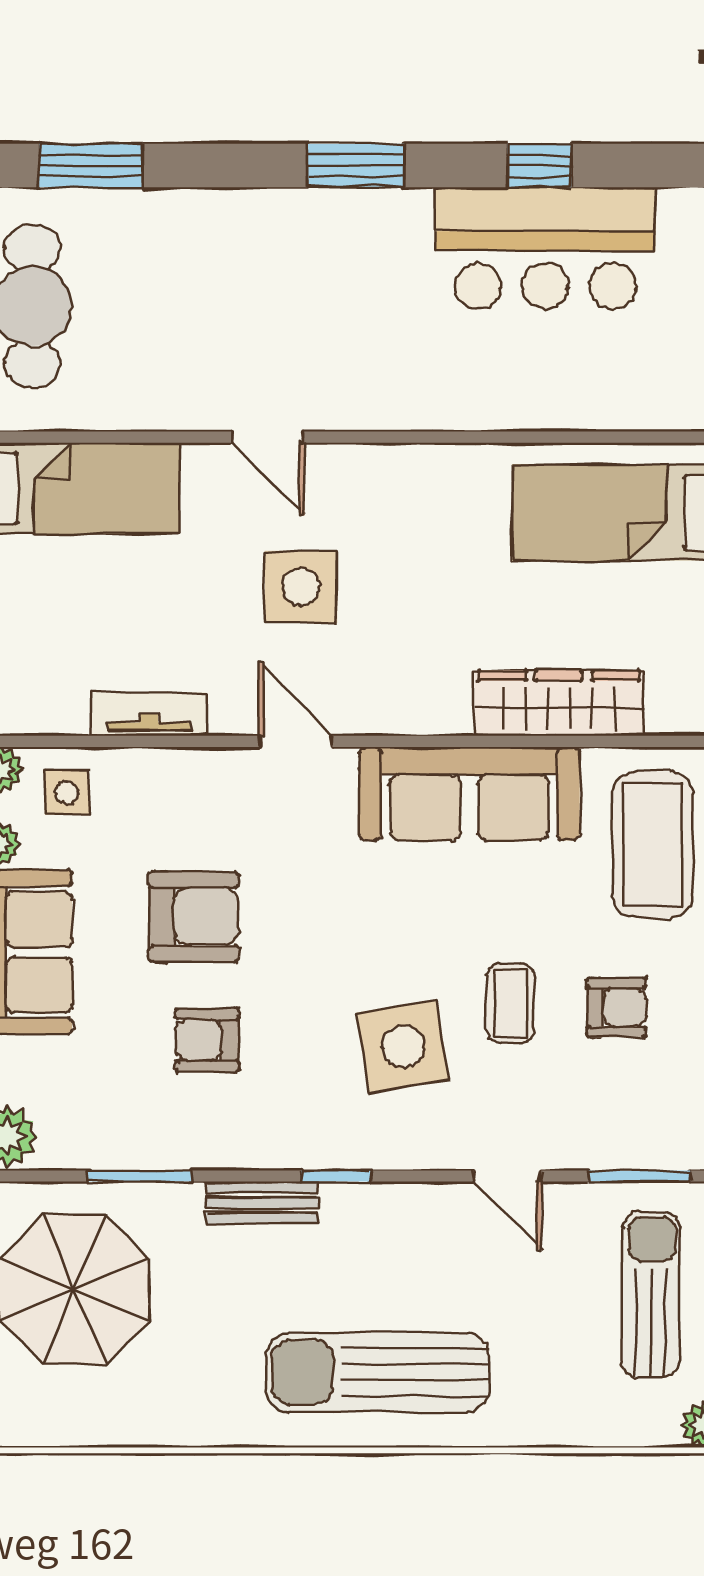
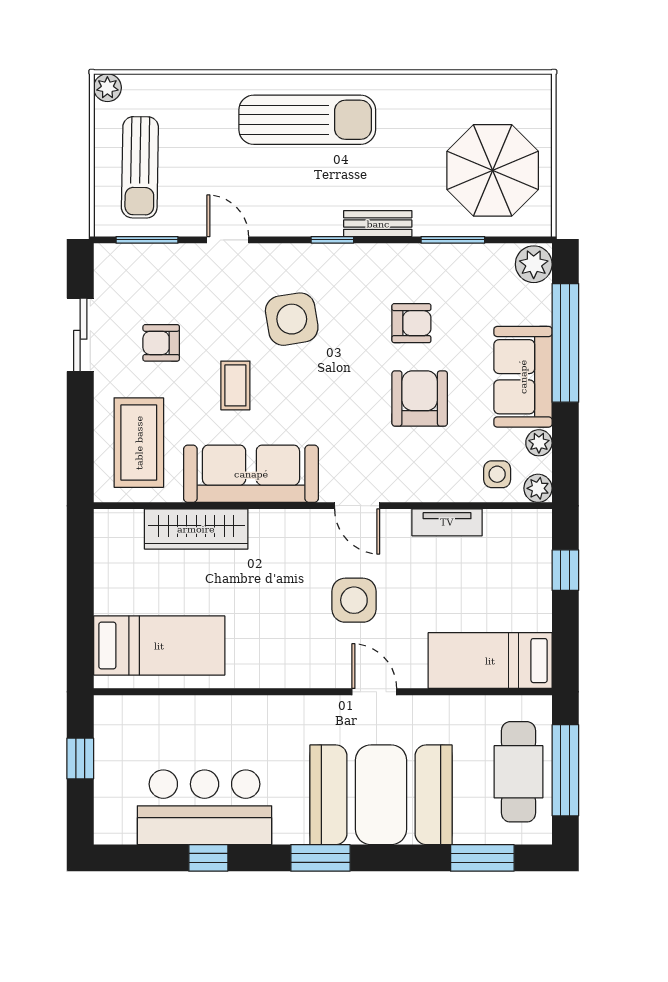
booth: (257, 269) -> (381, 795), added
armchair: (194, 917) -> (420, 398), turned 90
coffee table: (510, 1003) -> (235, 385), moved

